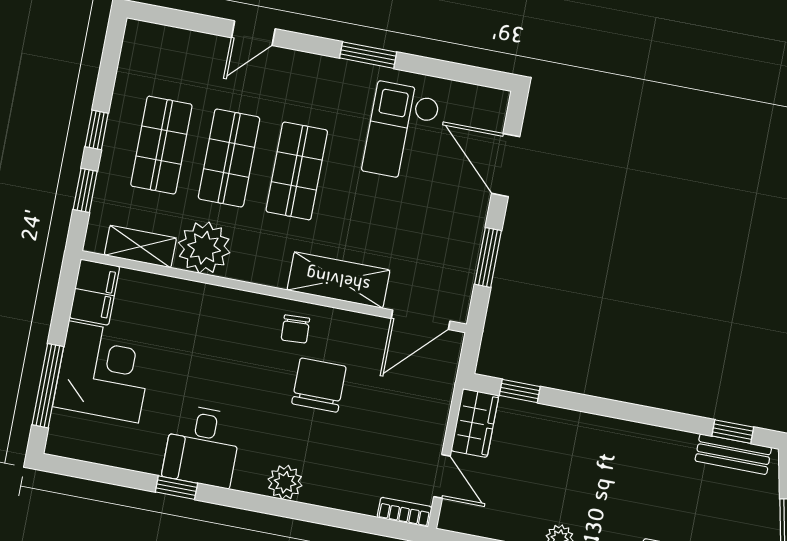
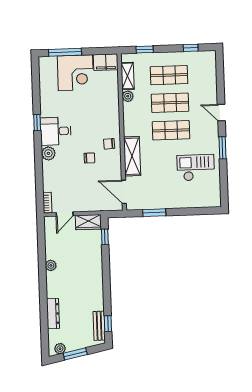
door: (253, 33) -> (221, 113), moved
window: (97, 130) -> (191, 48), moved
door: (506, 165) -> (192, 211), removed
plant: (204, 248) -> (128, 96), width x0.53, depth x0.53
chair: (319, 385) -> (89, 158), width x0.54, depth x0.54
desk: (202, 446) -> (56, 131), moved
window: (176, 488) -> (37, 123), moved

